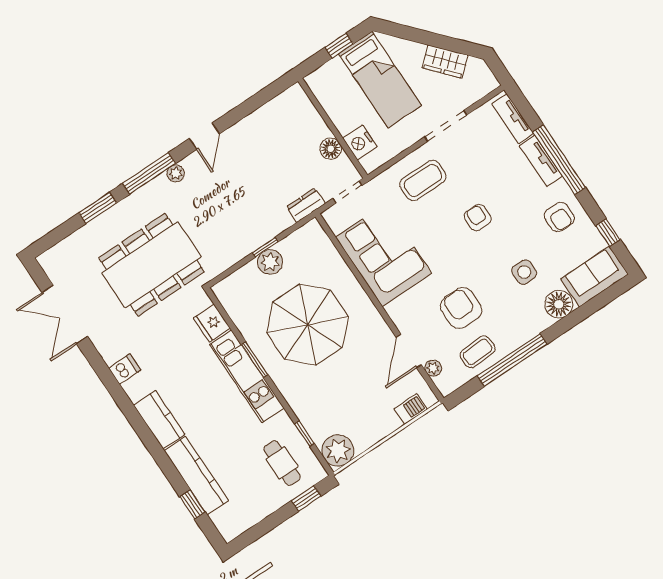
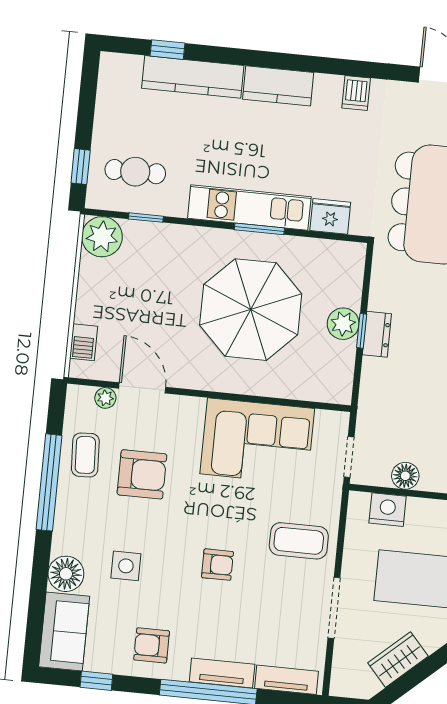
coffee table: (423, 180) -> (299, 541), turned 90
dresser: (306, 205) -> (377, 334), moved

